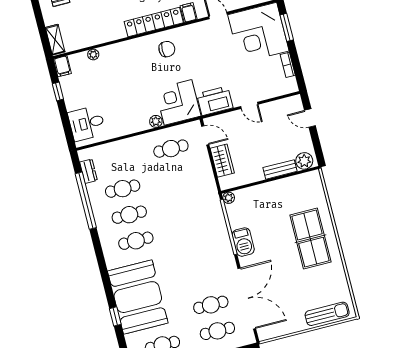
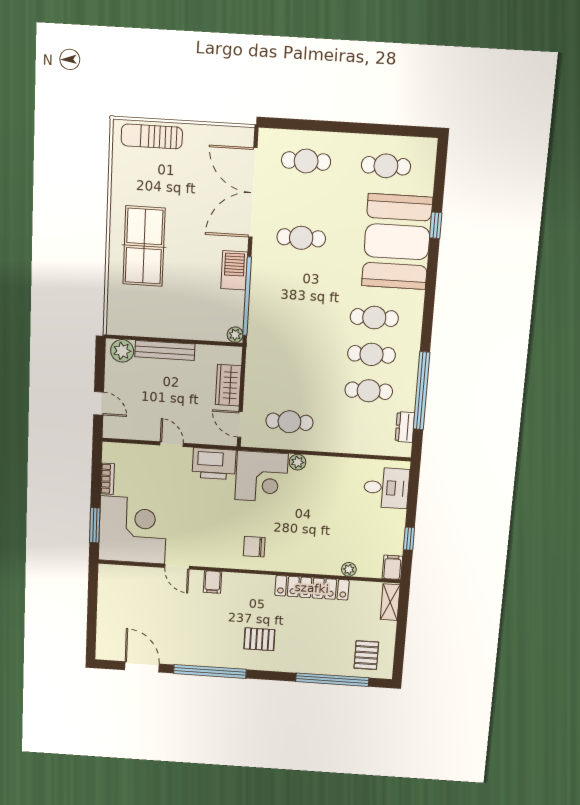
locker: (154, 22) -> (312, 588), moved
bench: (280, 169) -> (165, 350), width x1.36
cafe table: (211, 305) -> (301, 238), moved

